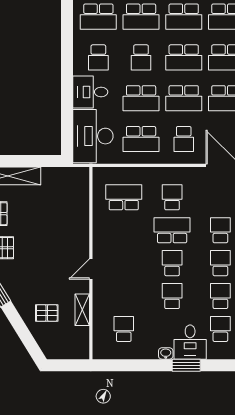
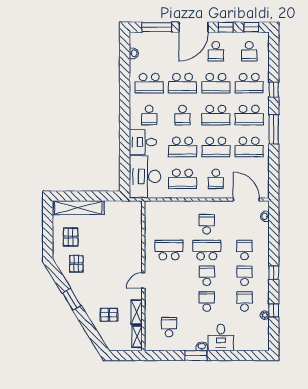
school desk: (124, 197) -> (169, 250), moved
school desk: (220, 329) -> (244, 327), removed
shelving: (83, 341) -> (137, 337), added
window: (186, 365) -> (196, 356), moved

